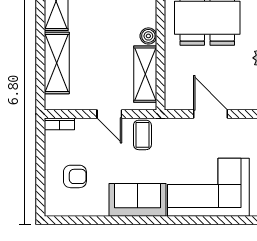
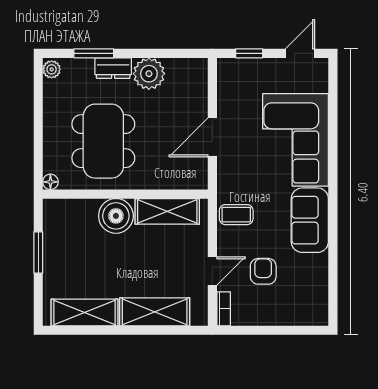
boiler: (148, 36) -> (116, 216), width x1.86, depth x1.86
door: (109, 114) -> (212, 271), moved
armchair: (75, 176) -> (263, 271), moved

